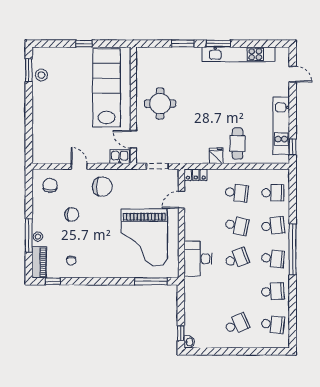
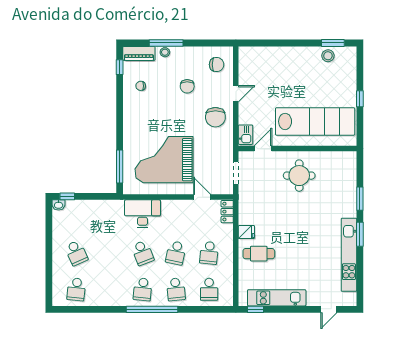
school desk: (273, 291) -> (109, 289), removed

